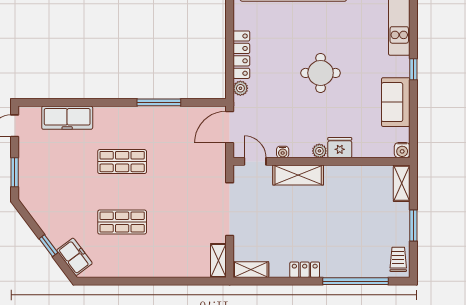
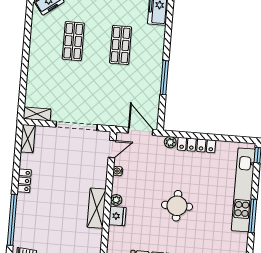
shelving: (298, 175) -> (97, 208), moved

